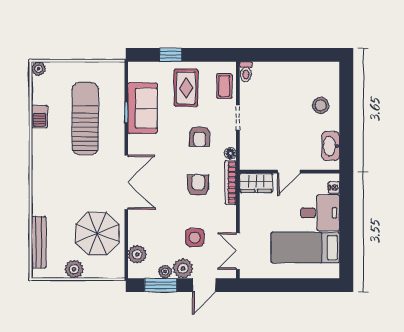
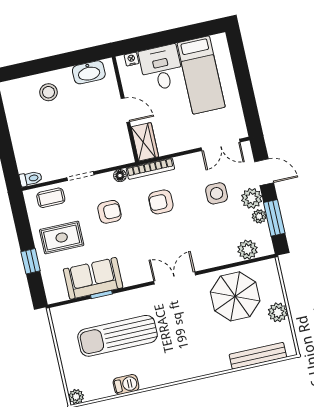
double door: (126, 182) -> (175, 278), width x0.73

